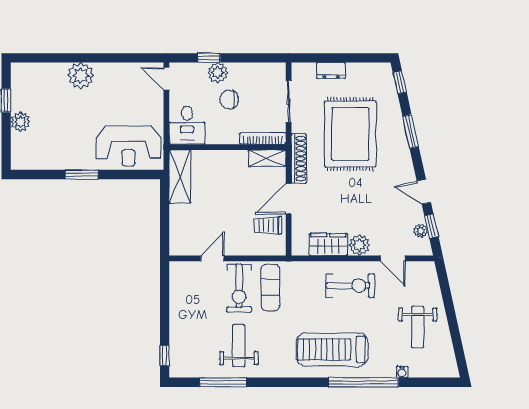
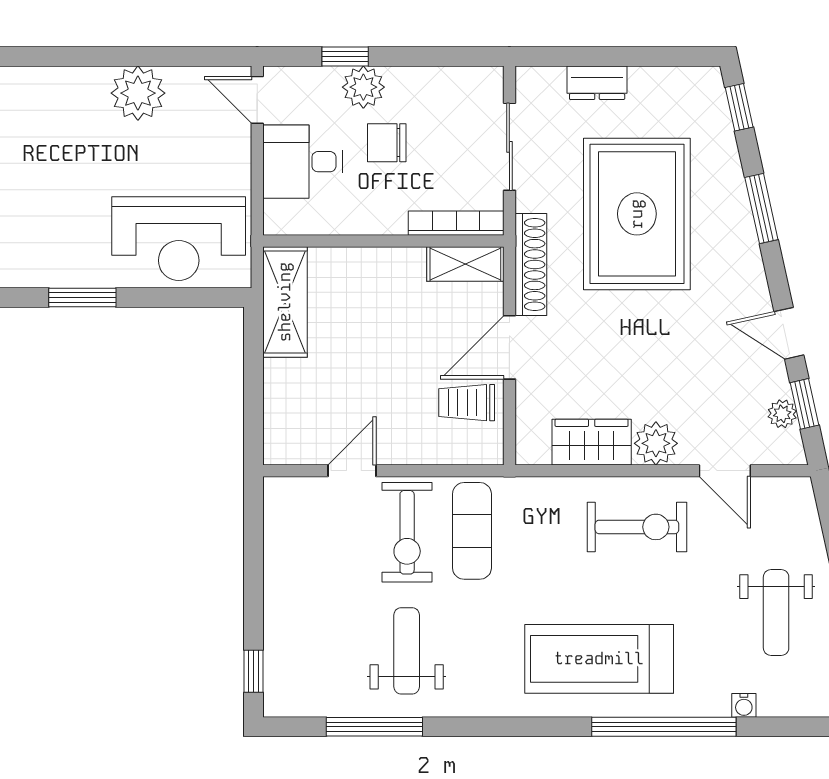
plant: (81, 76) -> (138, 93), moved
desk: (187, 125) -> (303, 162), moved, turned 90

